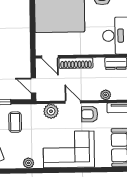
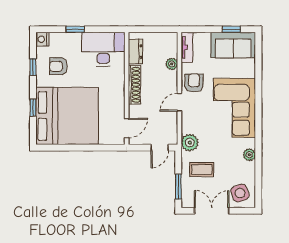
shoe rack: (76, 63) -> (134, 85), moved
plant: (51, 111) -> (190, 143), moved
armchair: (90, 114) -> (194, 83), turned 180

